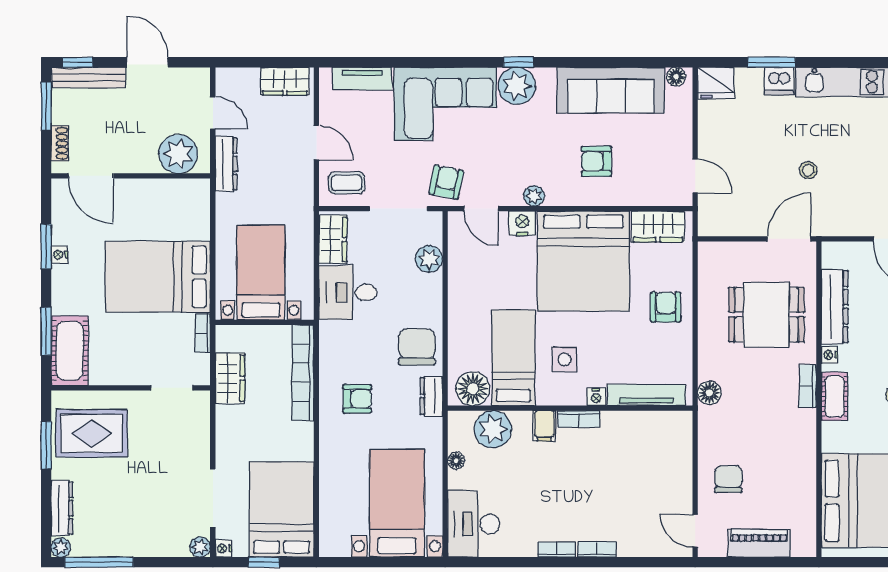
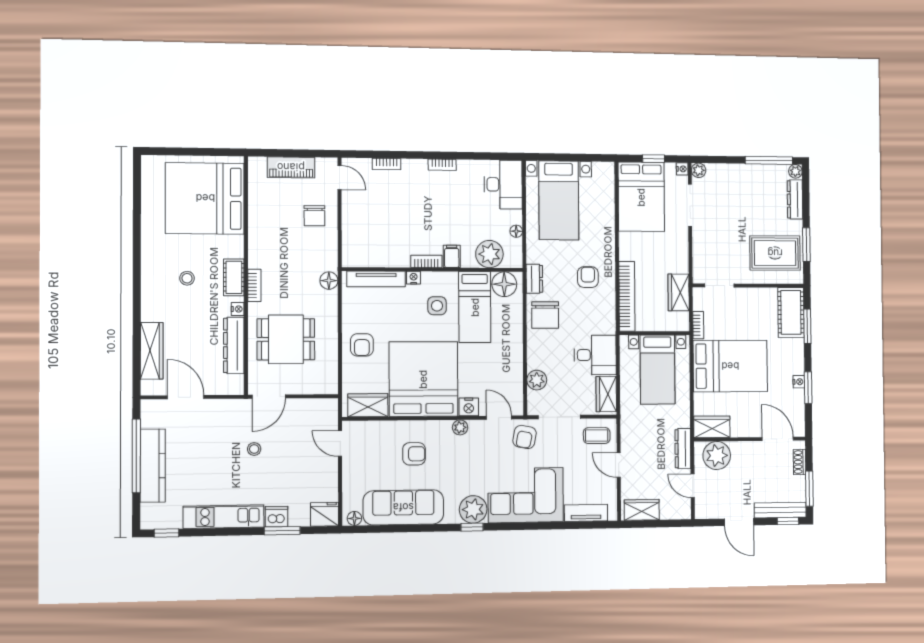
wardrobe: (185, 193) -> (712, 427), added
armchair: (357, 399) -> (588, 277), turned 90
bookcase: (597, 550) -> (387, 164), moved

